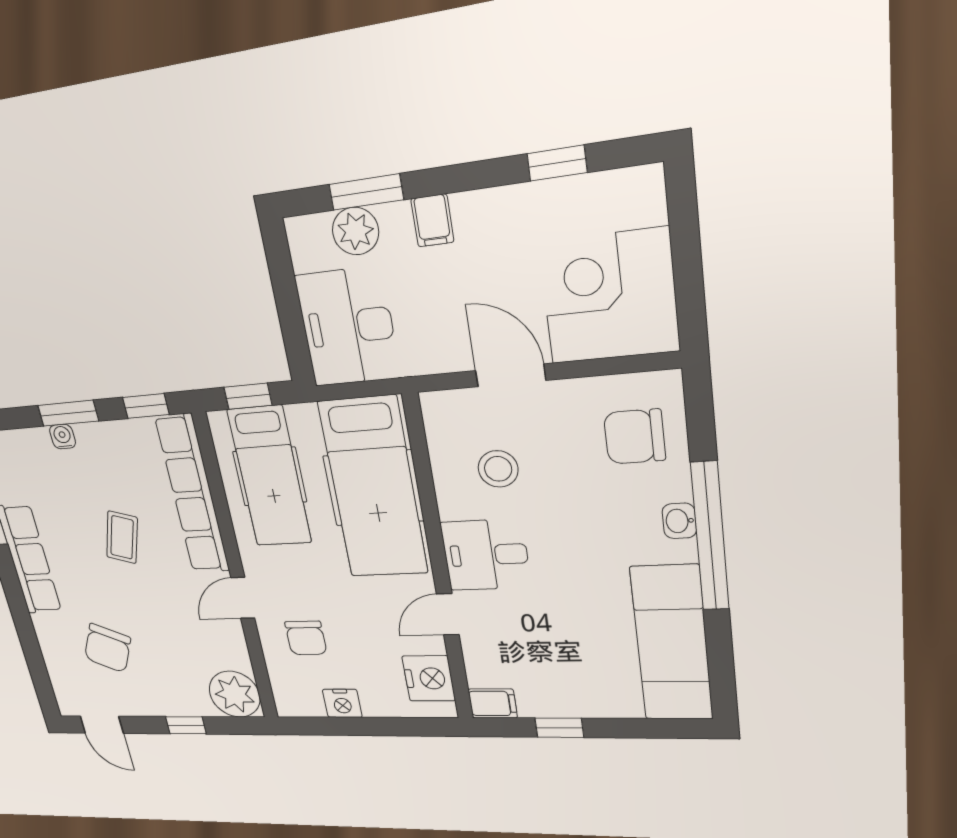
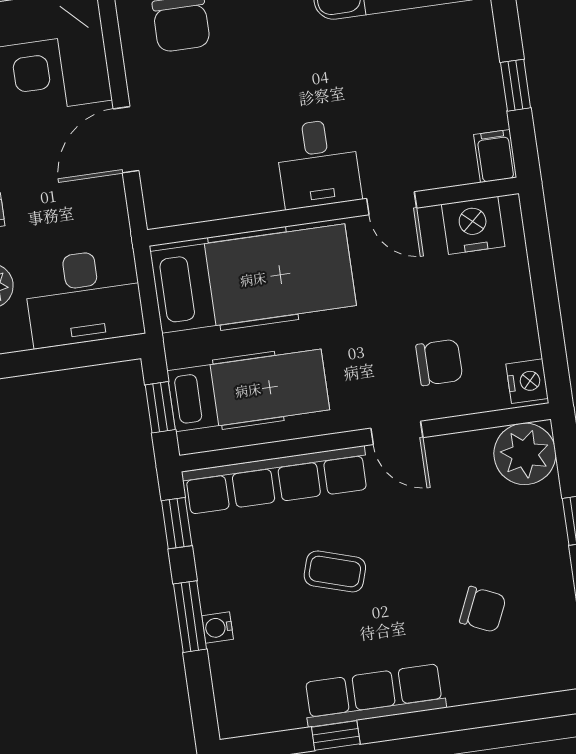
stool: (498, 469) -> (223, 151), removed
chair: (108, 648) -> (483, 609), width x0.73, depth x0.73
nightstand: (342, 703) -> (527, 381), moved

